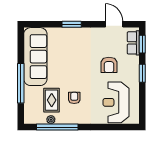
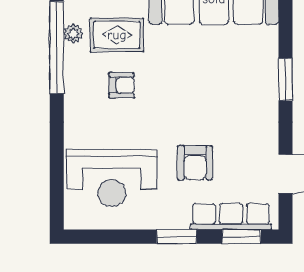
row of seats: (133, 43) -> (231, 217), width x1.48
armchair: (109, 65) -> (195, 163), turned -90
reception desk: (116, 102) -> (112, 178), turned 180

